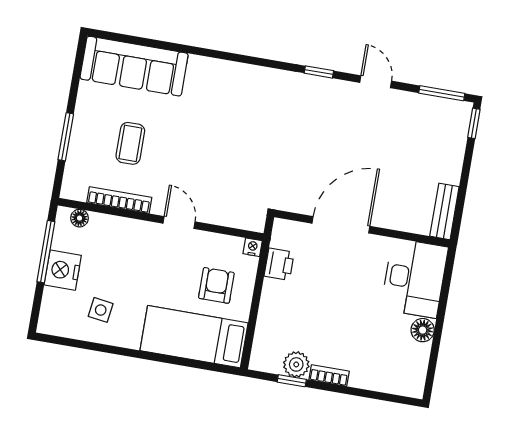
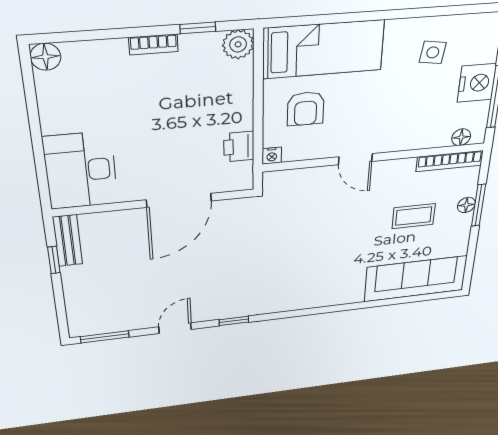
door: (376, 82) -> (175, 328), swing flipped
window: (474, 123) -> (54, 260), moved
floor lamp: (78, 141) -> (466, 205), added
coffee table: (130, 143) -> (414, 216), turned 90
bookcase: (119, 200) -> (450, 161), moved
floor lamp: (423, 330) -> (45, 57), moved
plant: (296, 364) -> (238, 44), moved

